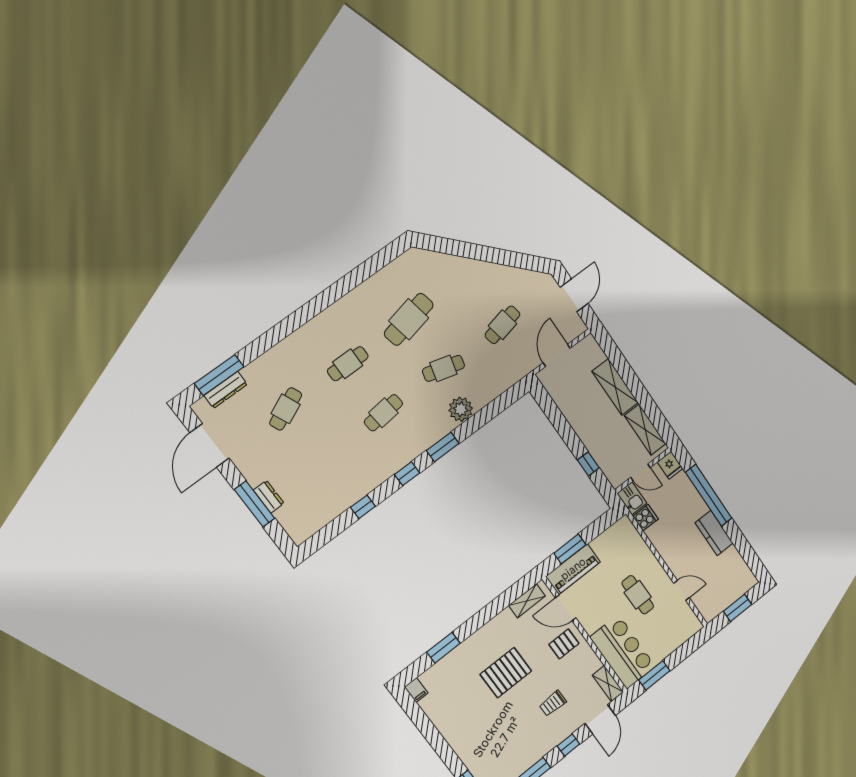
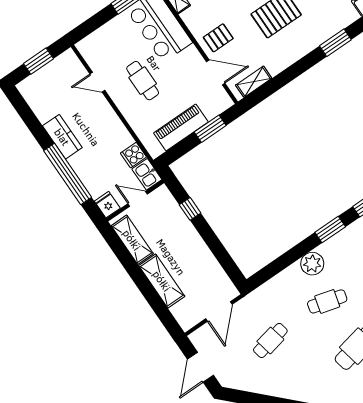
piano: (573, 569) -> (181, 127), moved

